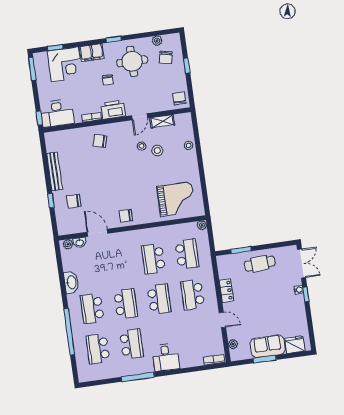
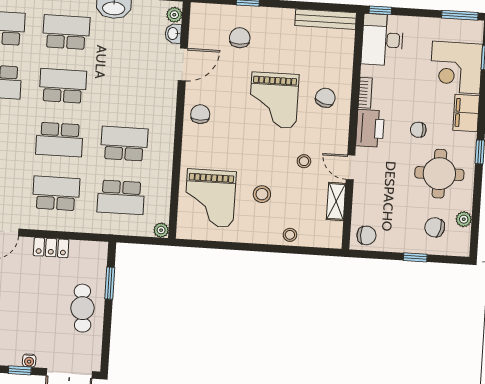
stool: (157, 150) -> (262, 194), moved
bench: (54, 171) -> (326, 19), moved
grand piano: (108, 172) -> (274, 100), added
school desk: (126, 304) -> (63, 86), turned 180

